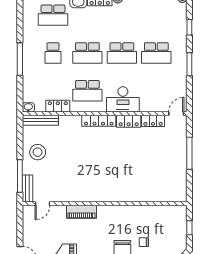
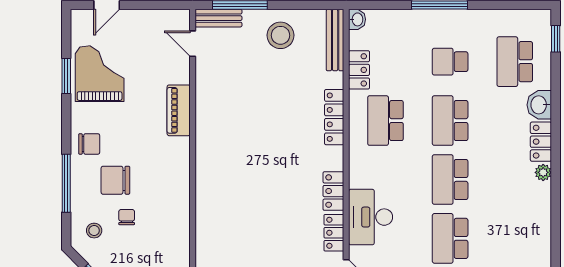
desk: (123, 99) -> (371, 217), moved
locker: (99, 121) -> (334, 117), moved

